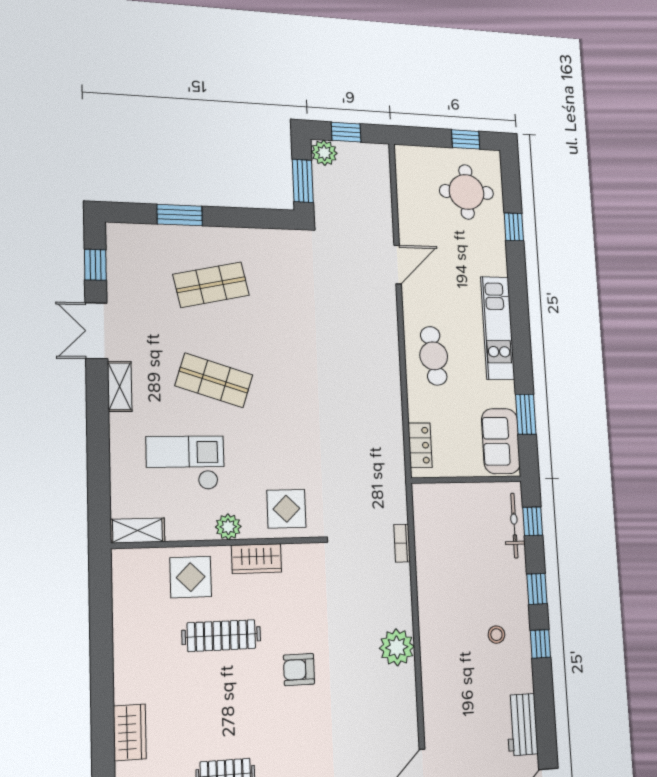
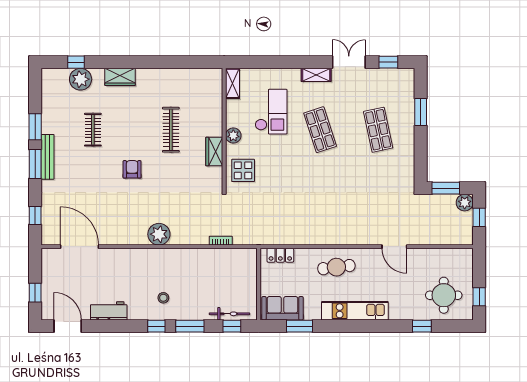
shop shelf: (214, 380) -> (320, 130), turned -36
display table: (191, 577) -> (205, 113), removed
window: (537, 589) -> (190, 326), width x1.50
armchair: (299, 670) -> (132, 169), moved

